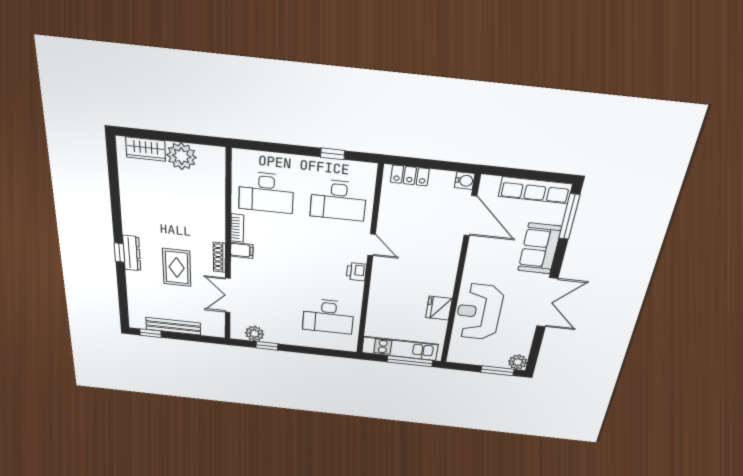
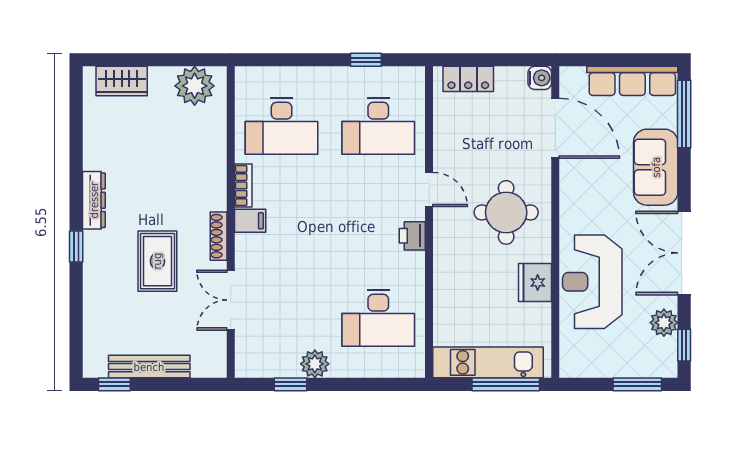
plant: (182, 156) -> (195, 86), moved
dresser: (132, 253) -> (94, 200), moved
round table: (425, 265) -> (506, 212), added
double door: (547, 302) -> (684, 253), swing flipped
plant: (255, 334) -> (315, 364), moved
window: (534, 354) -> (684, 345), added
plant: (518, 362) -> (664, 323), moved

